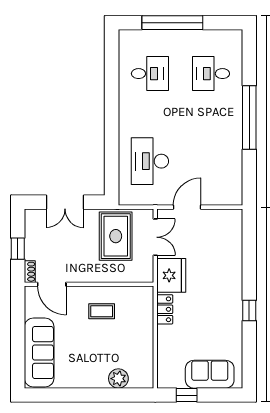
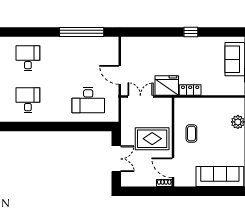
desk: (211, 74) -> (28, 58), turned 180
window: (249, 117) -> (82, 32), moved
rug: (116, 236) -> (152, 139), moved
window: (18, 249) -> (148, 191), removed
door: (52, 284) -> (173, 168), swing flipped

